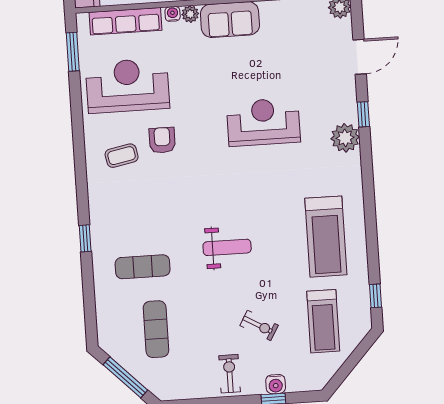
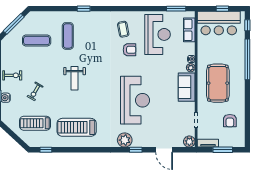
row of seats: (126, 21) -> (189, 30), width x0.68
reception desk: (263, 122) -> (135, 100), width x1.36, depth x1.30

